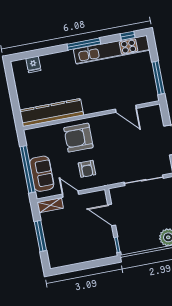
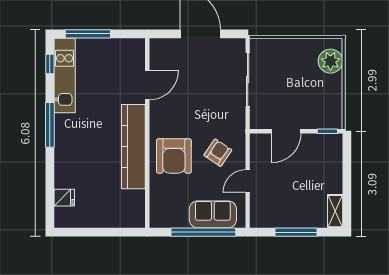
kitchen unit: (112, 50) -> (65, 75), width x0.73
window: (158, 78) -> (88, 34), moved
kitchen counter: (52, 113) -> (133, 147), moved
armchair: (87, 169) -> (218, 153), turned -56
shelving: (50, 205) -> (335, 211), moved

